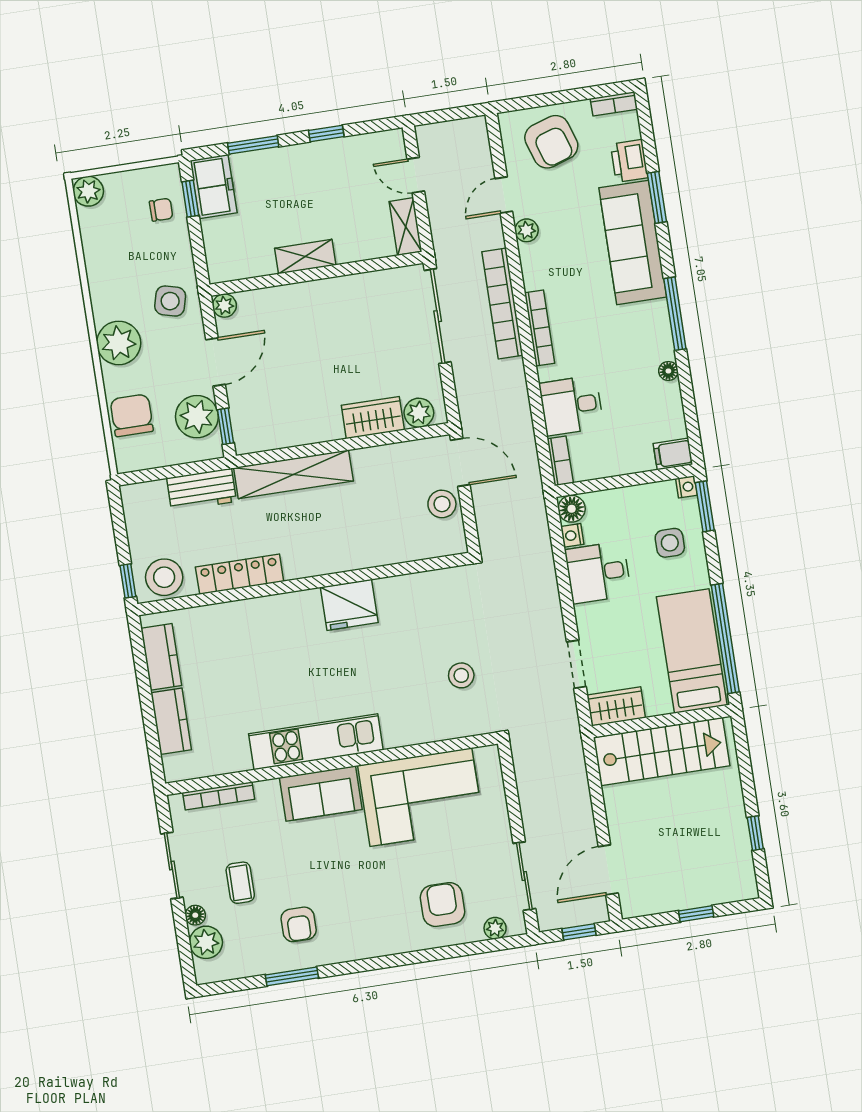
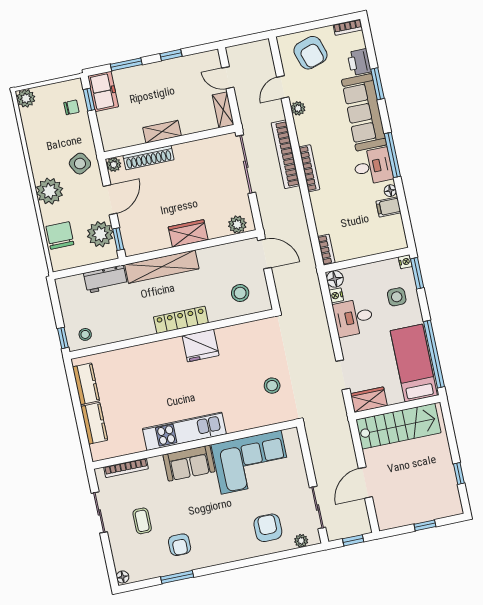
shoe rack: (281, 297) -> (148, 158), added
side table: (170, 301) -> (80, 164), turned 45
desk: (571, 405) -> (373, 166), moved, turned 180
wardrobe: (373, 418) -> (188, 233), moved
filing cabinet: (673, 454) -> (388, 207), moved
stool: (442, 504) -> (240, 293), moved
locker: (240, 574) -> (181, 320), moved
stool: (164, 577) -> (85, 334), width x0.53, depth x0.53
door: (608, 870) -> (365, 483), moved
floor lamp: (195, 915) -> (123, 577), moved
plant: (206, 942) -> (123, 559), removed

